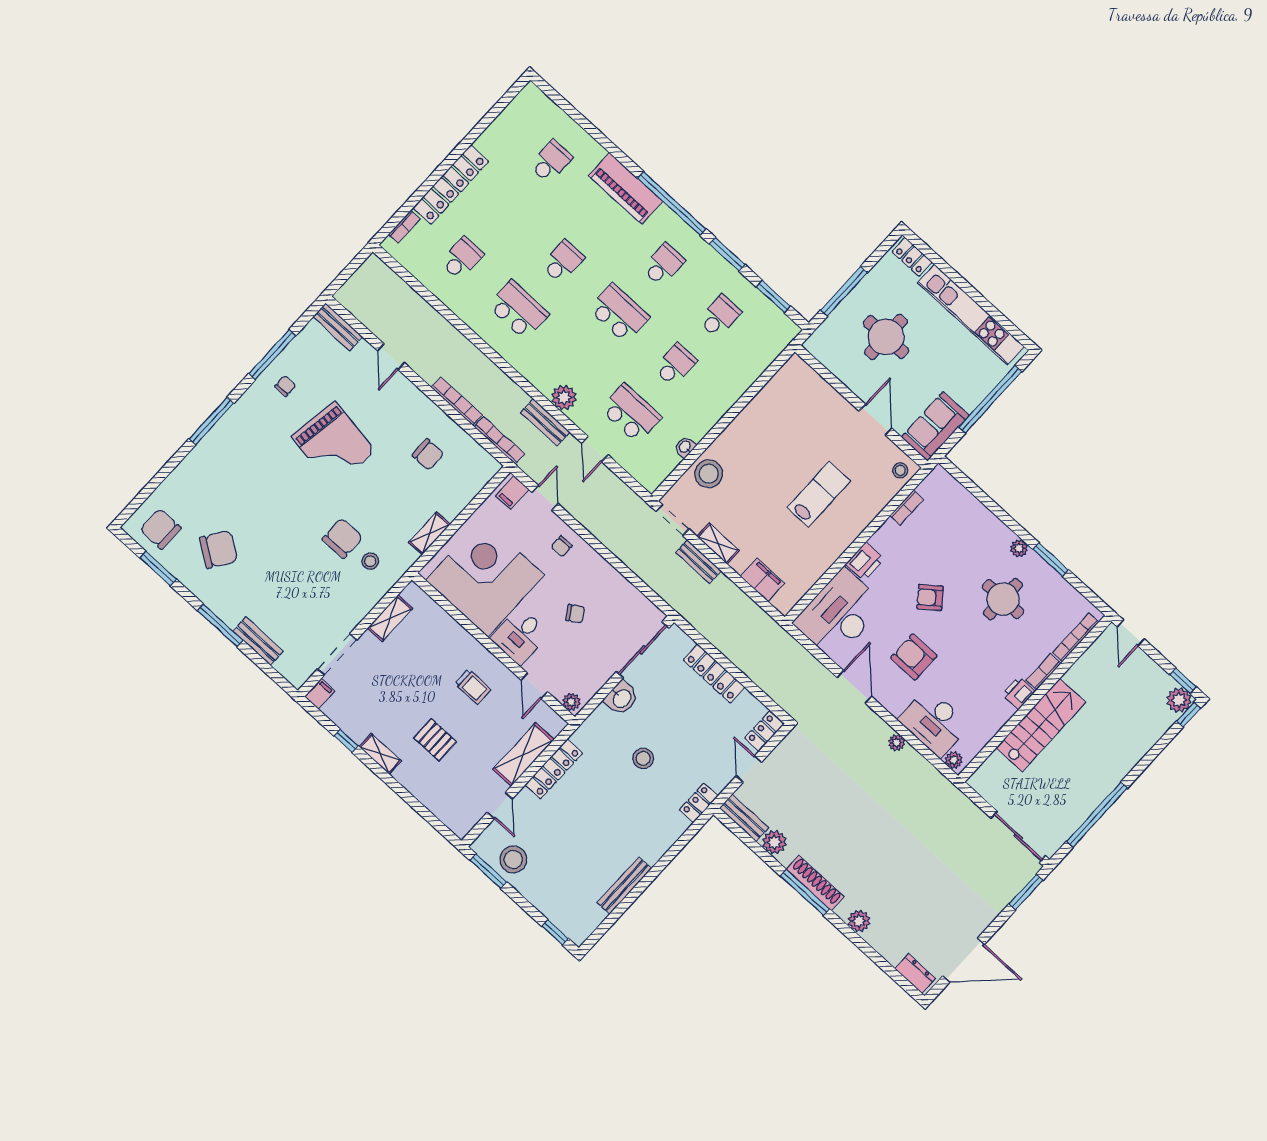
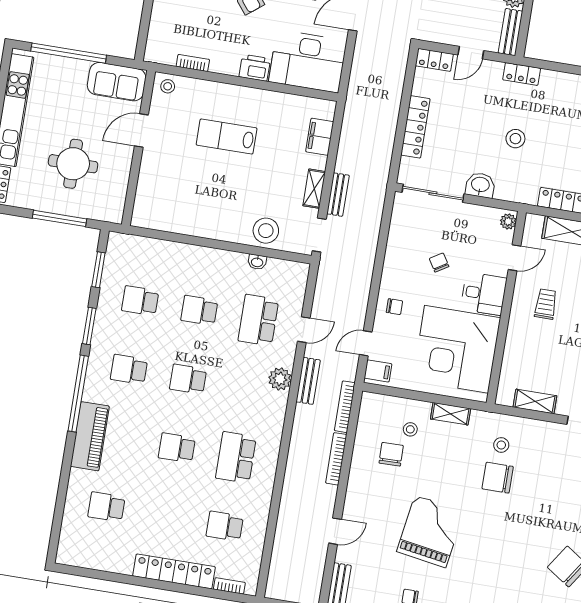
school desk: (619, 313) -> (188, 379), width x0.54
stool: (439, 487) -> (410, 429), added

